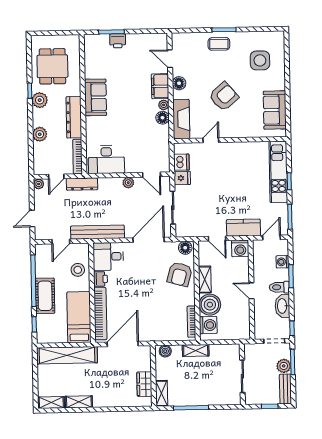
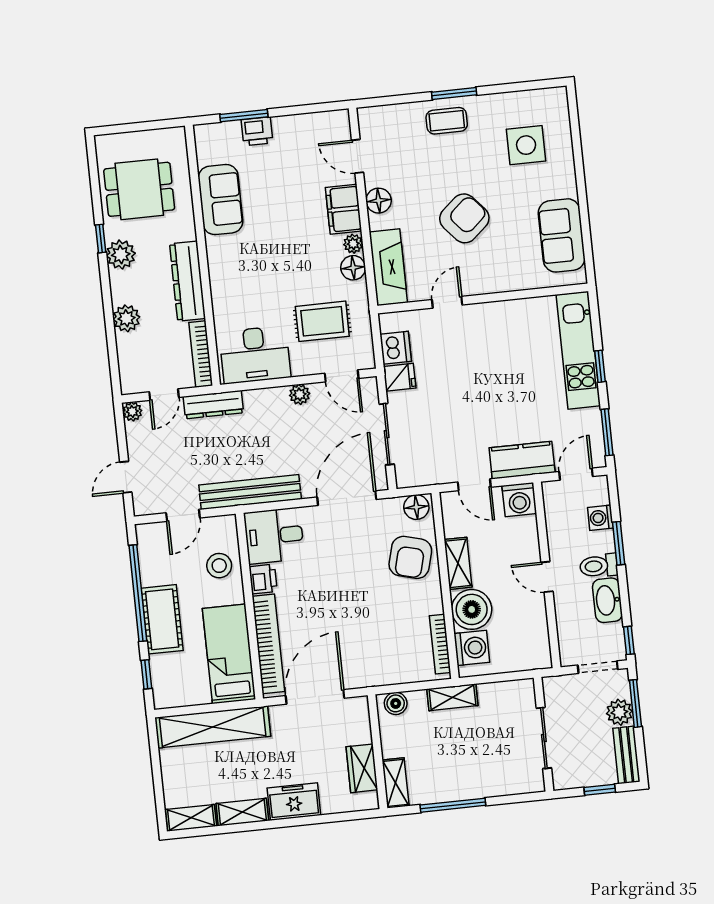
dining table: (52, 66) -> (139, 189), turned 90
sofa: (96, 97) -> (221, 200), moved
rug: (144, 145) -> (322, 321), added
freezer: (107, 399) -> (294, 802), added

